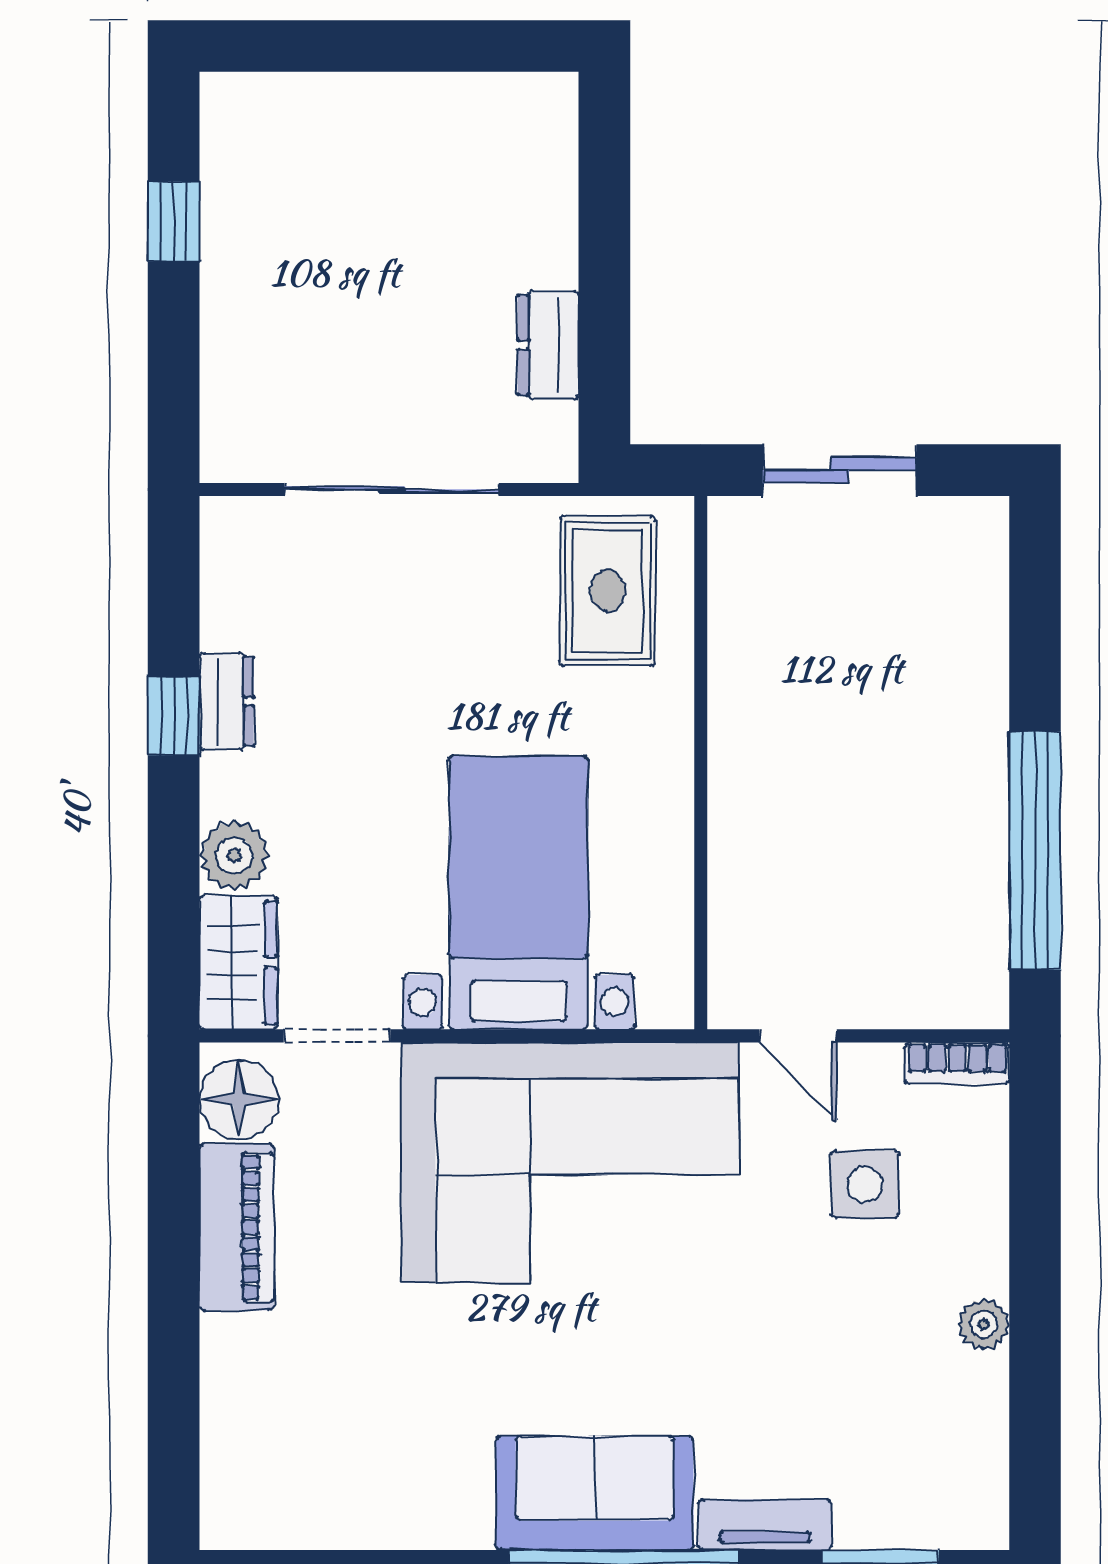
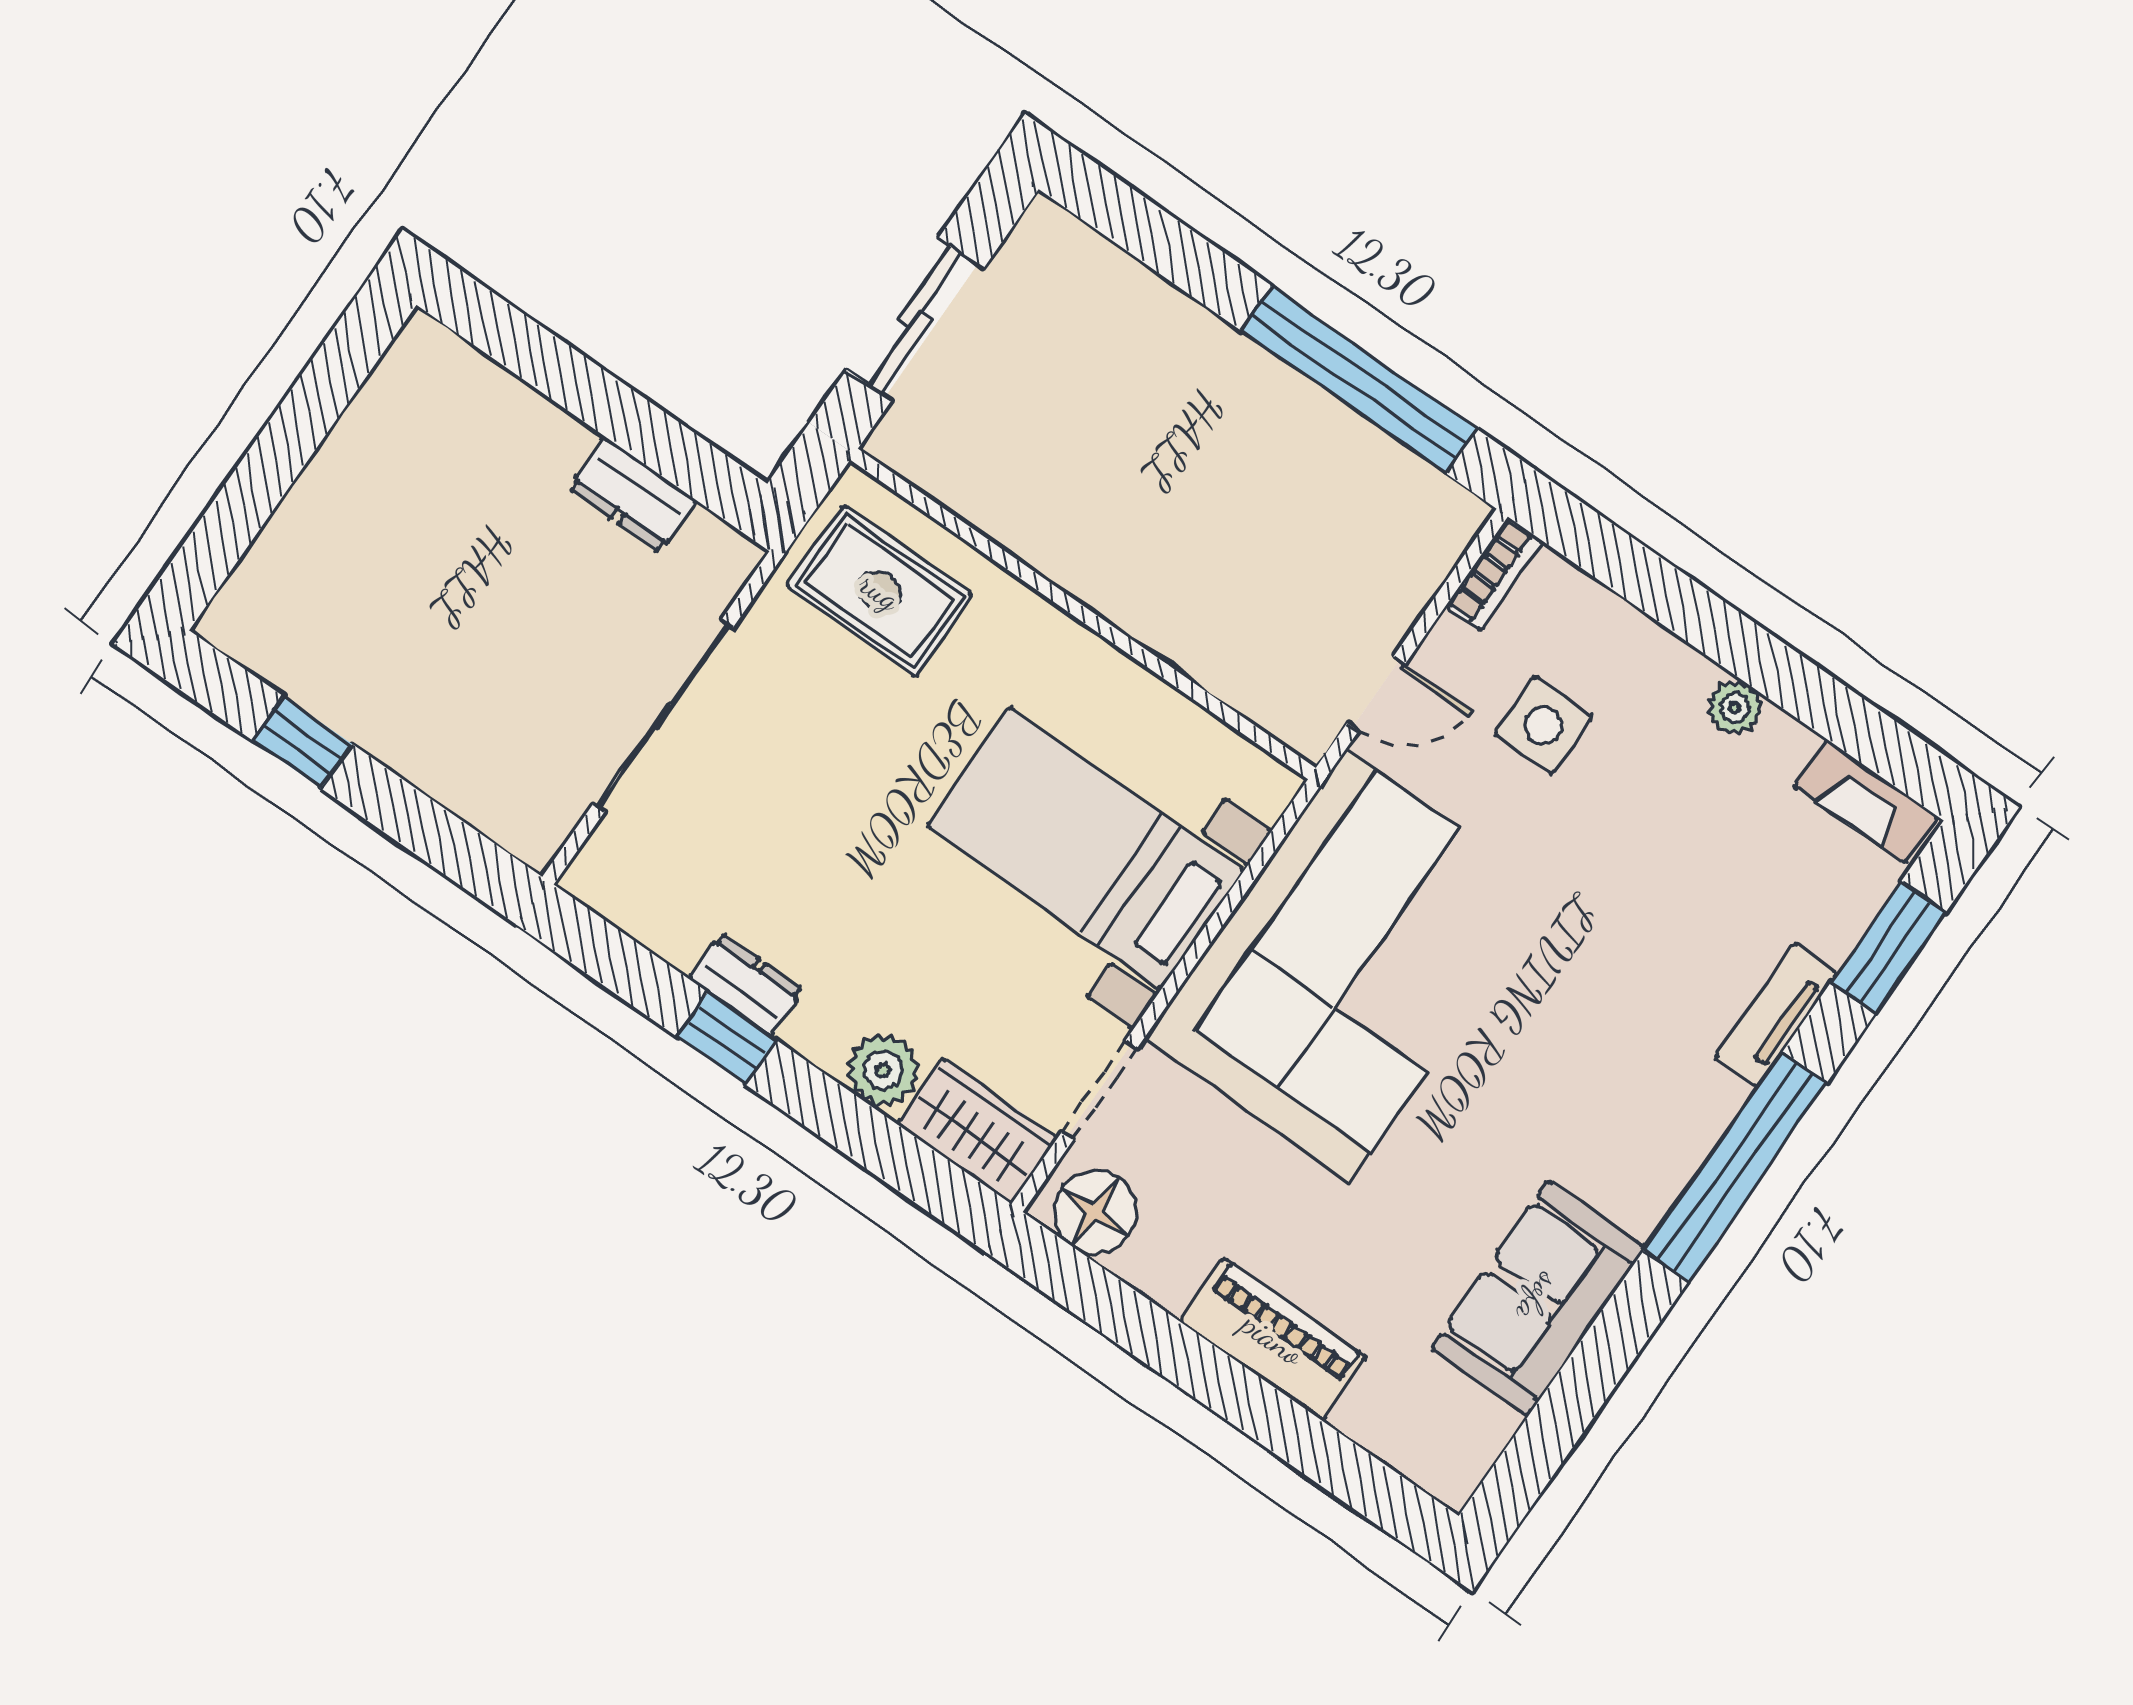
piano: (237, 1227) -> (1273, 1339), moved
fireplace: (982, 1478) -> (1866, 801), added
sofa: (595, 1493) -> (1538, 1298), moved

